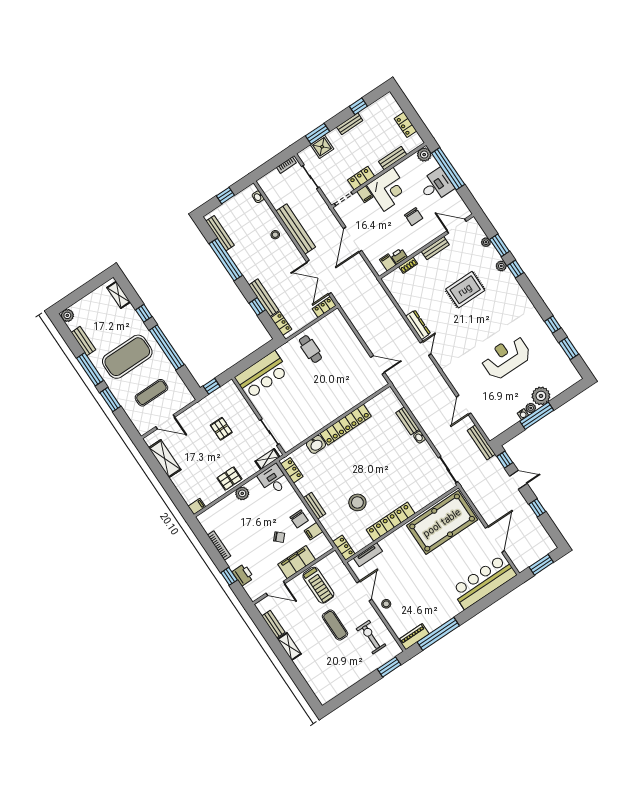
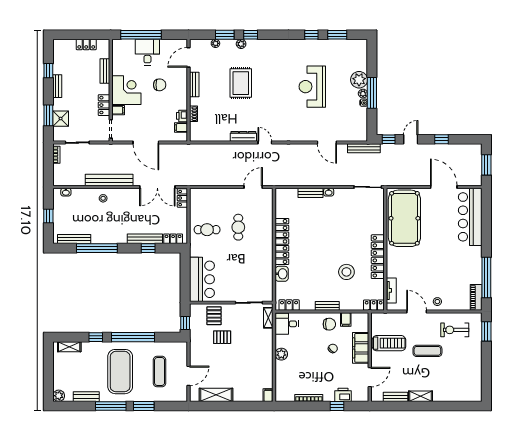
plant: (424, 155) -> (118, 46), removed
cafe table: (332, 376) -> (238, 227), added
pallet: (229, 478) -> (214, 316), moved

